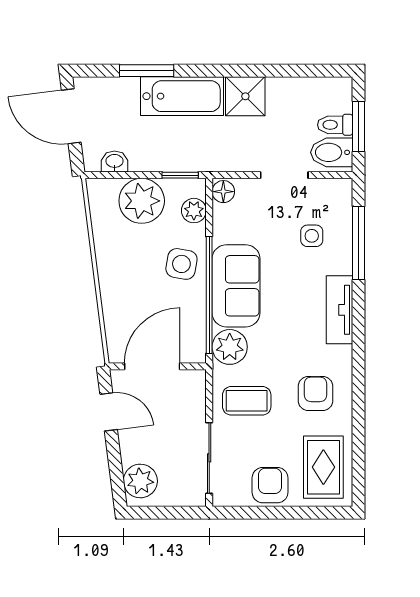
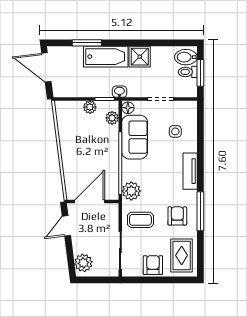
bidet: (332, 152) -> (186, 57), moved
washbasin: (115, 162) -> (119, 92), moved
plant: (142, 201) -> (90, 107), width x0.53, depth x0.53
window: (358, 243) -> (200, 211), moved
side table: (181, 264) -> (105, 147), removed
sofa: (236, 286) -> (135, 137), moved
door: (109, 412) -> (66, 226), swing flipped

